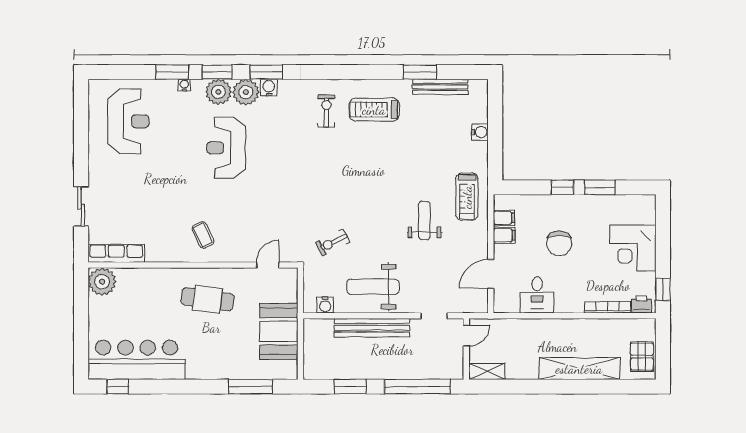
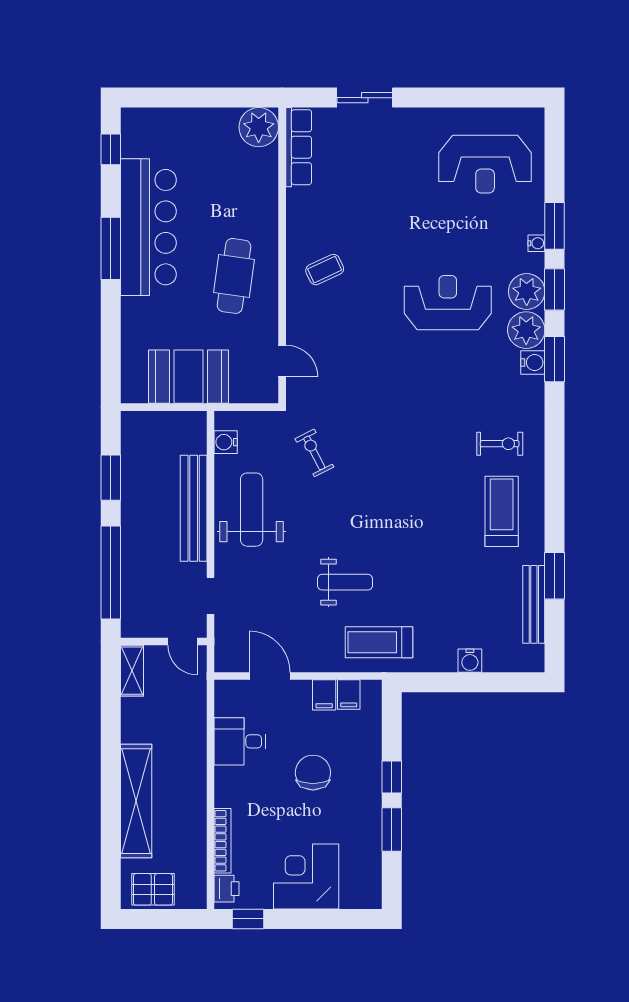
chair: (559, 243) -> (313, 773), turned 90
bar counter: (137, 360) -> (148, 227), moved
window: (251, 387) -> (111, 248), moved

